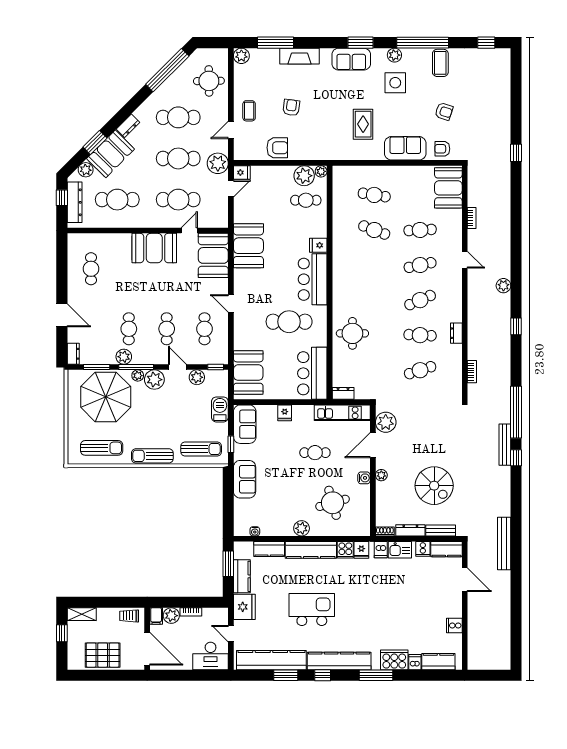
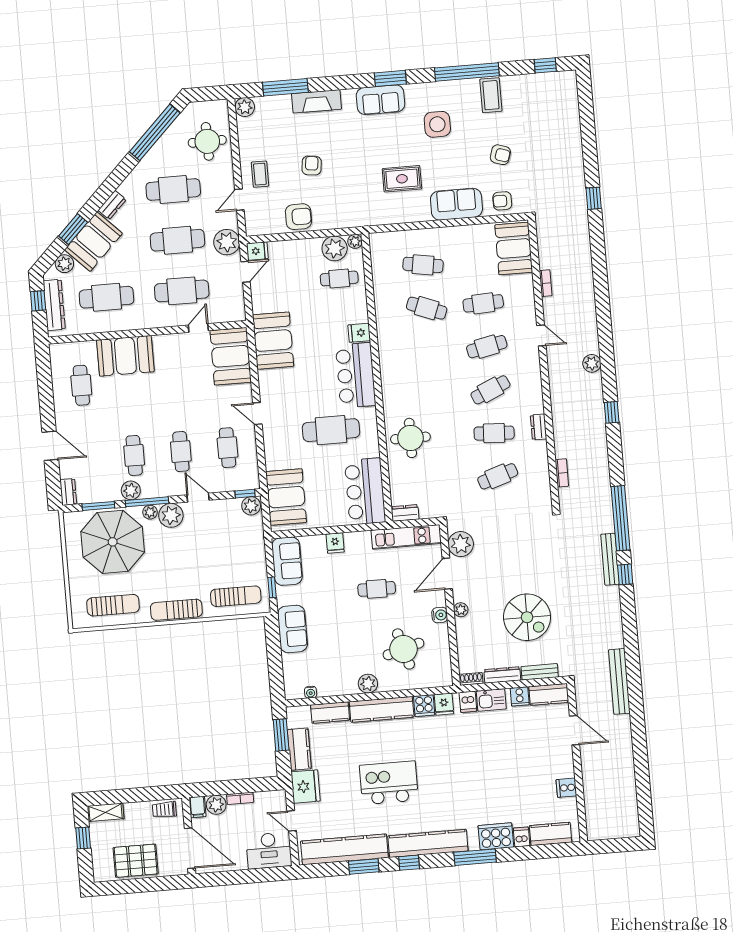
plant: (394, 55) -> (433, 90), removed
rug: (363, 124) -> (402, 179), turned 90
booth: (154, 248) -> (125, 356), moved
plant: (197, 377) -> (251, 506), moved
barbecue: (220, 409) -> (255, 546), removed

